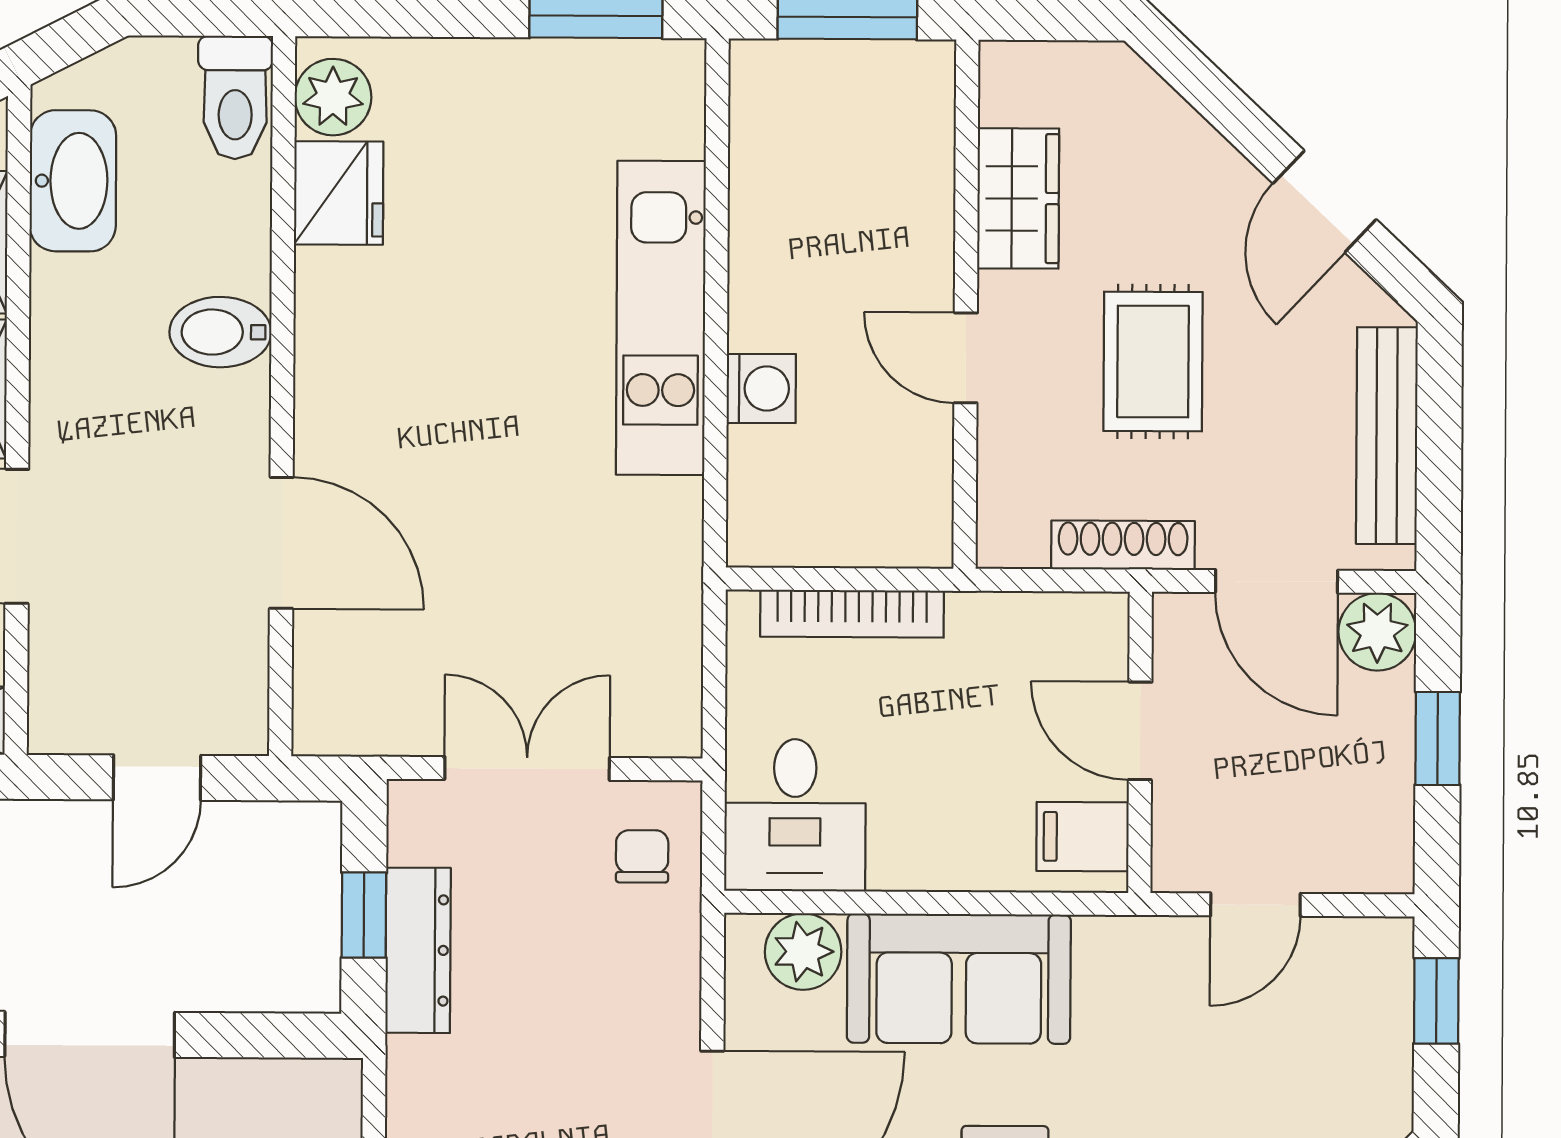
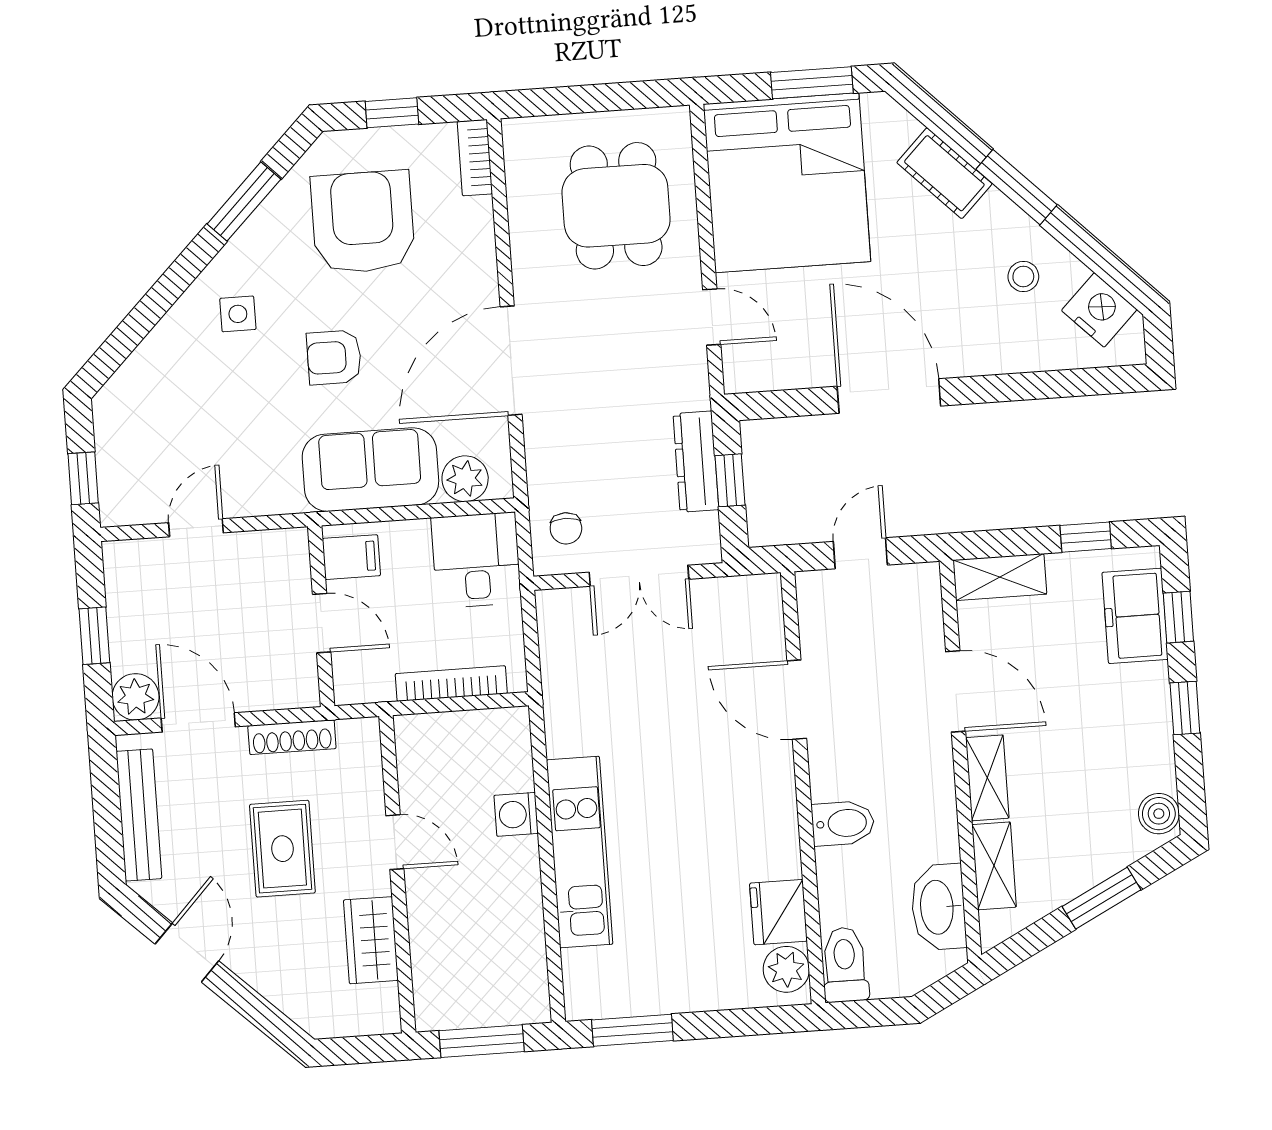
door: (1140, 731) -> (322, 623), moved
wall: (1140, 742) -> (321, 616), moved
filing cabinet: (1082, 837) -> (351, 557), moved

